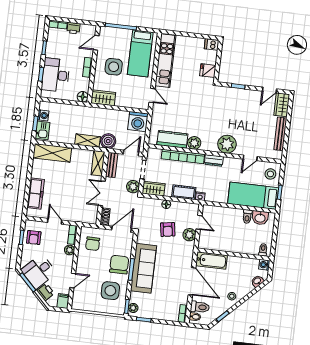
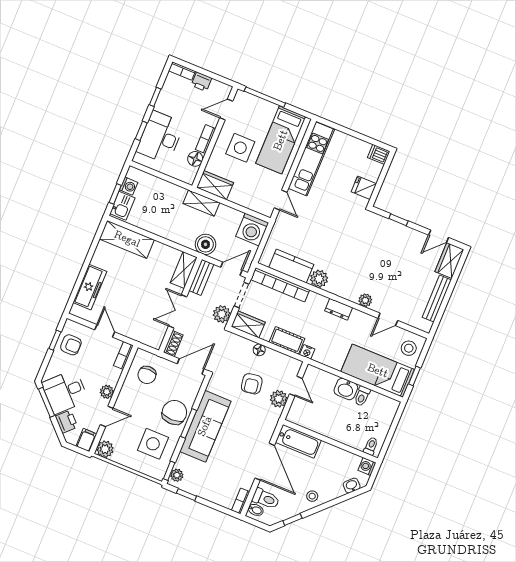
floor lamp: (83, 97) -> (195, 159), moved
shelving: (88, 141) -> (201, 203), moved
plant: (227, 144) -> (365, 300), width x0.53, depth x0.53
bookcase: (183, 156) -> (280, 285), moved
washbasin: (260, 218) -> (346, 389), moved
armchair: (34, 238) -> (71, 345), turned -90
plant: (70, 250) -> (107, 392), moved
plant: (78, 304) -> (105, 449), added

